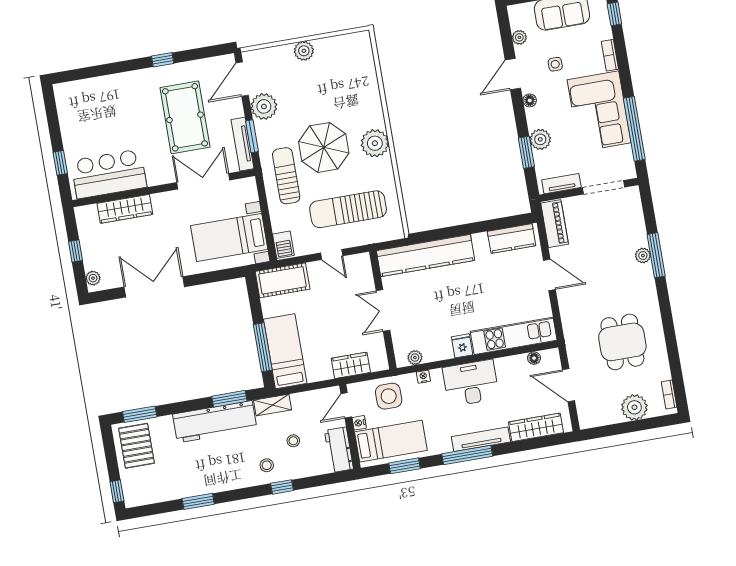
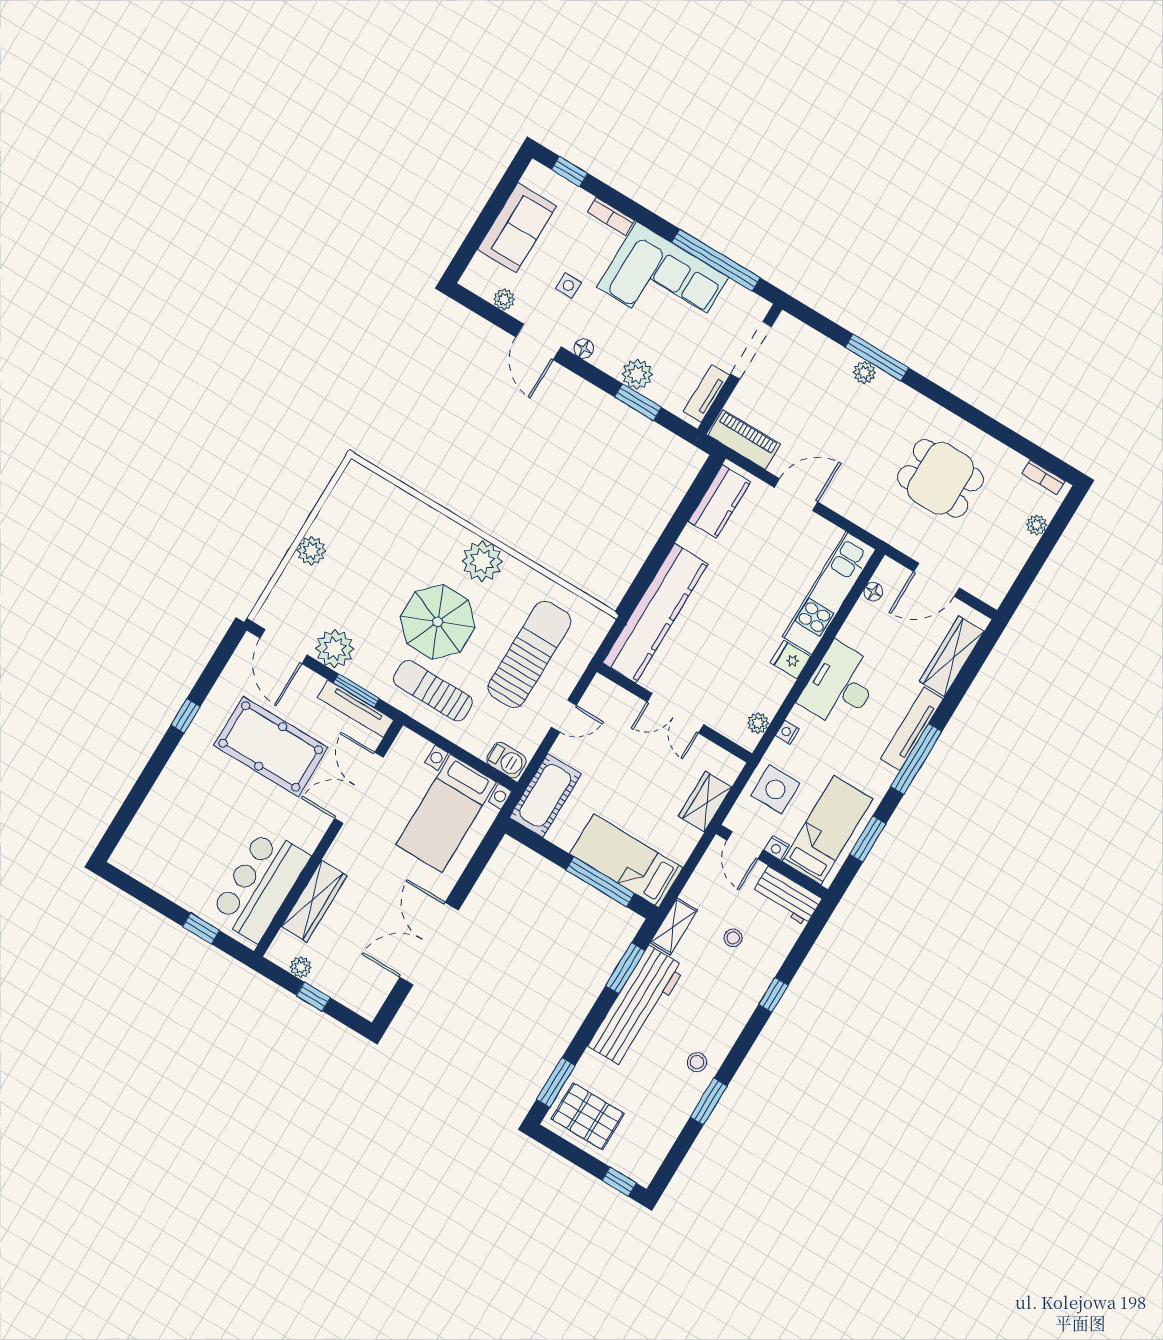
sun lounger: (348, 209) -> (529, 654), turned 180
plant: (93, 278) -> (301, 967), moved
plant: (634, 407) -> (1037, 525), width x0.53, depth x0.53
stool: (267, 465) -> (697, 1062), moved

